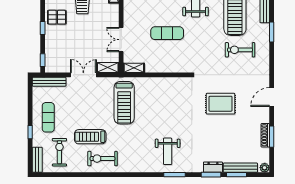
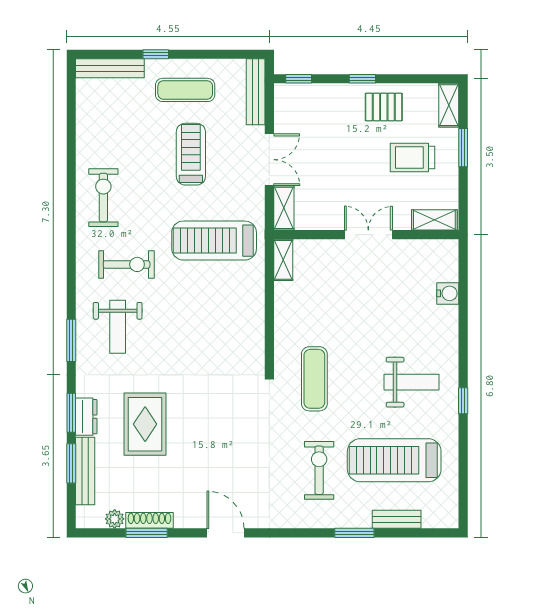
pallet: (57, 17) -> (384, 107), turned 90
exercise mat: (167, 33) -> (314, 379), moved
double door: (121, 40) -> (368, 235), moved
rug: (221, 104) -> (145, 424), moved
treadmill: (90, 137) -> (191, 154), moved
weight bench: (168, 151) -> (118, 327), turned -90
exercise bike: (59, 152) -> (127, 264), moved
bench: (37, 160) -> (110, 68), width x1.36
plant: (265, 168) -> (115, 519), moved

